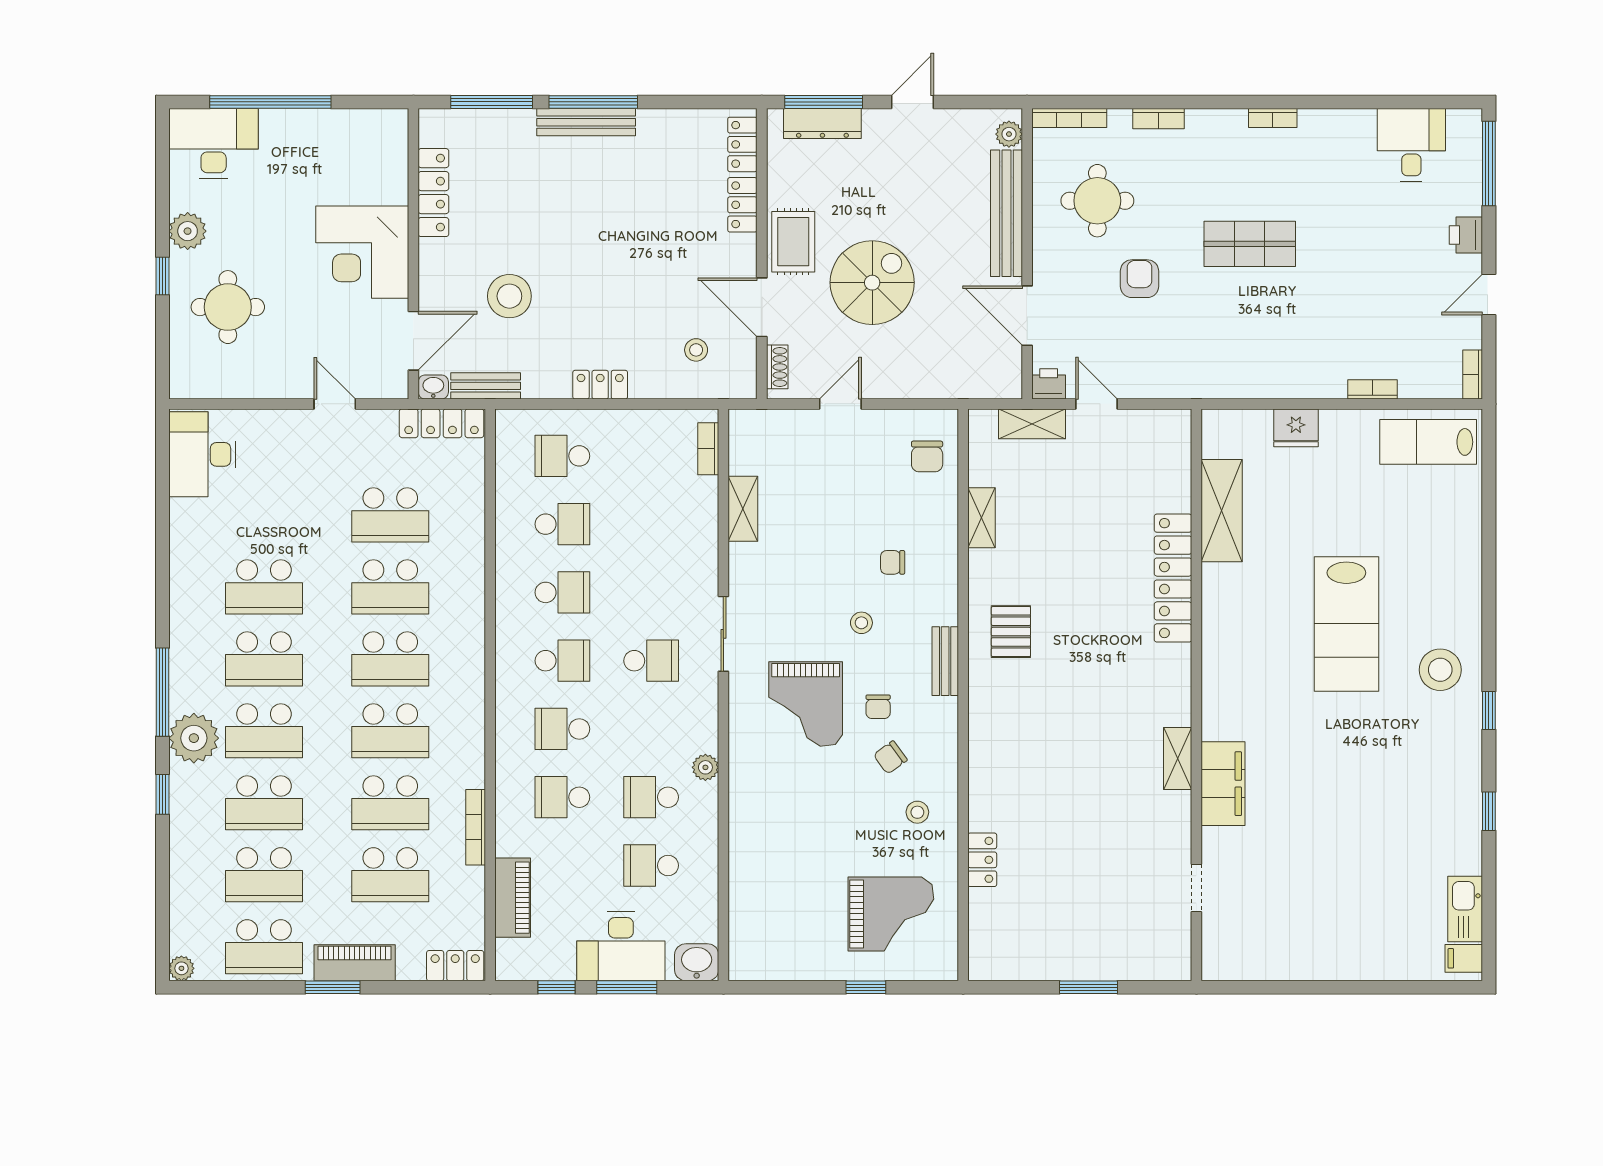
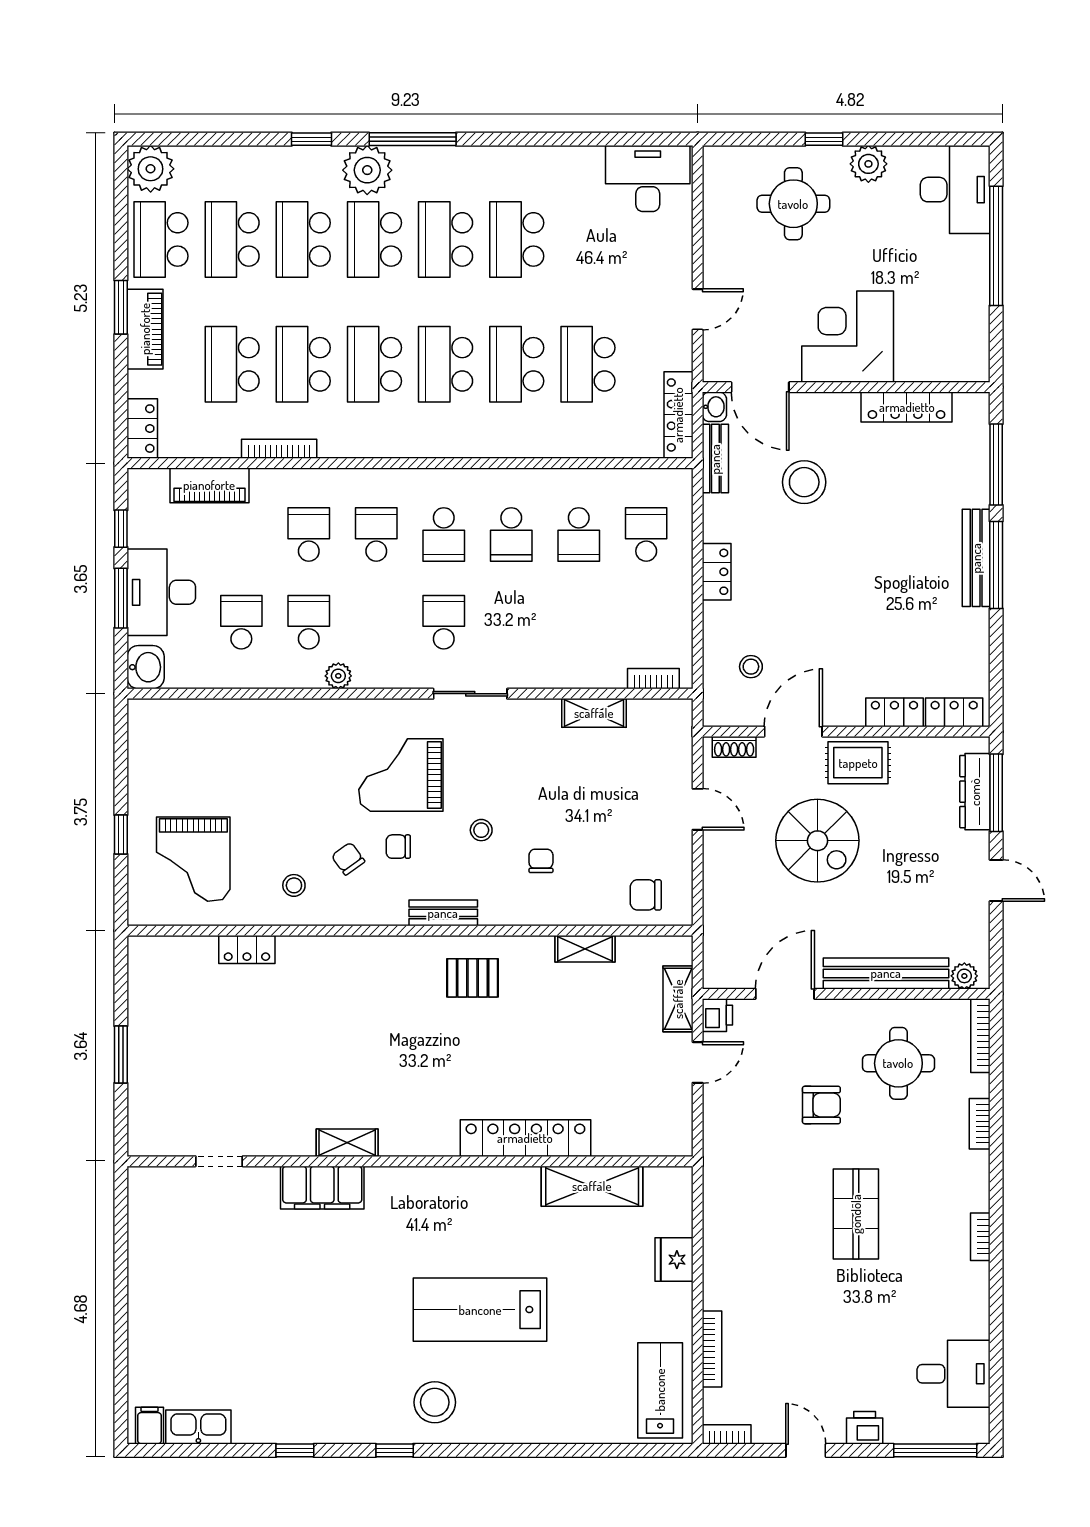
bookcase: (1372, 389) -> (712, 1349), width x1.56
school desk: (651, 661) -> (444, 622), turned 180
plant: (181, 968) -> (151, 169), width x1.88, depth x1.88

